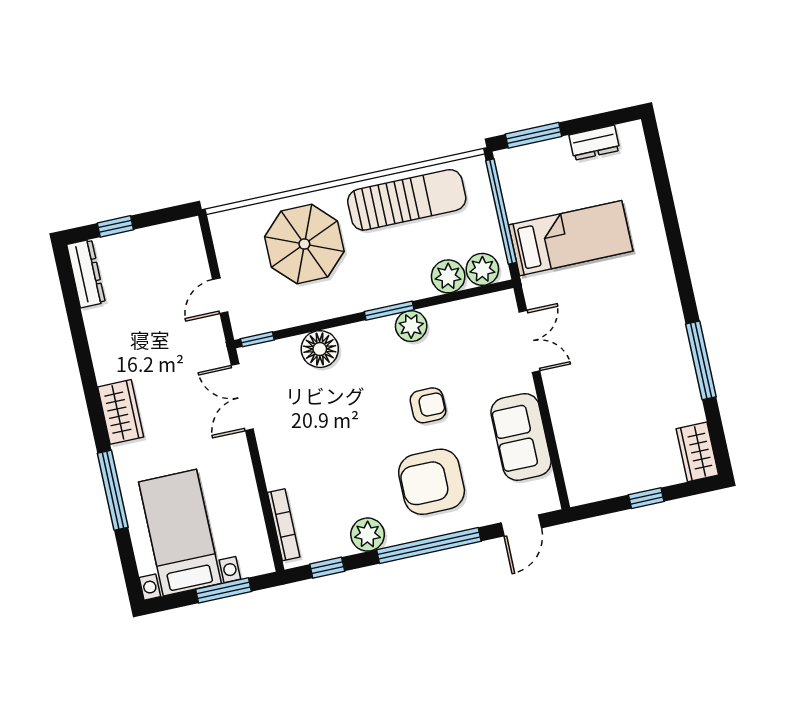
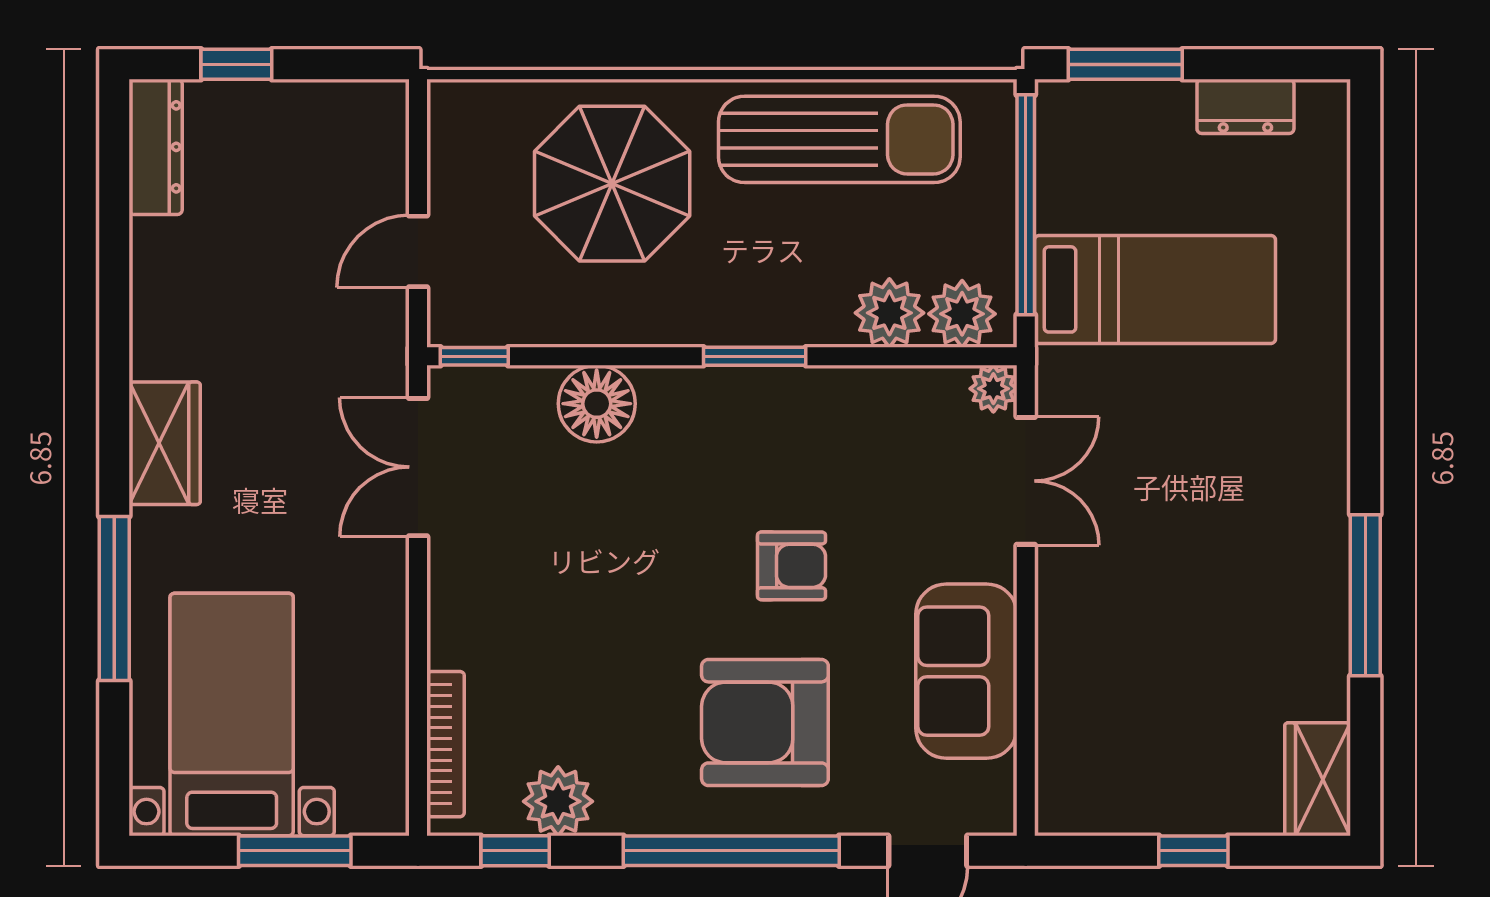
plant: (411, 326) -> (993, 389), moved, width x0.73, depth x0.73
plant: (368, 535) -> (558, 801), moved

